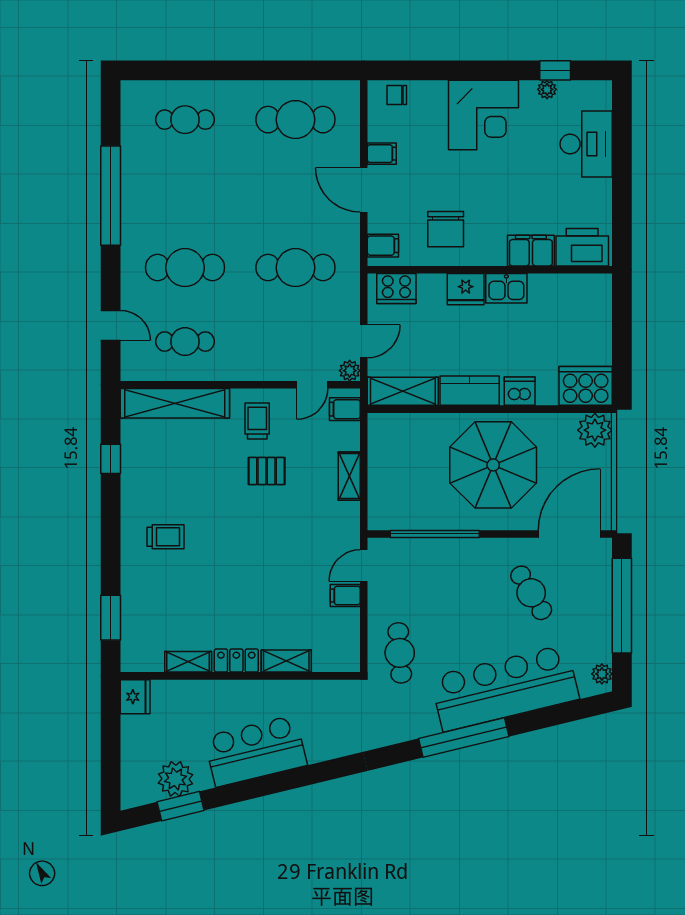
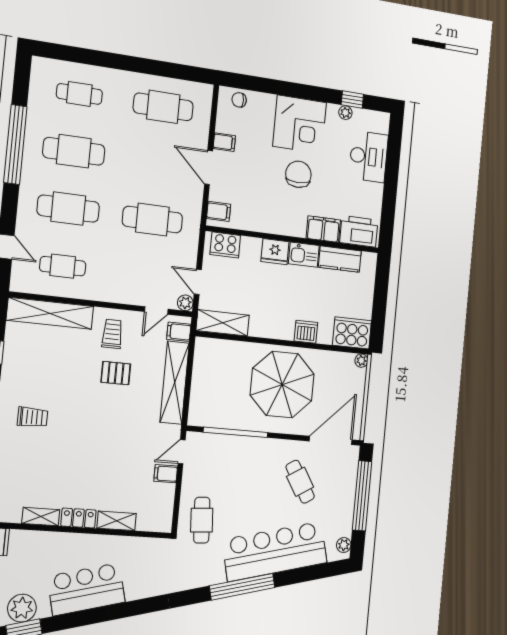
cafe table: (185, 194) -> (74, 151), added
chair: (446, 229) -> (298, 174), moved, turned 180
door: (364, 341) -> (198, 282), swing flipped
kitchen counter: (470, 391) -> (340, 259), moved, turned 180
plant: (595, 430) -> (361, 361), width x0.53, depth x0.53
shelving: (349, 476) -> (175, 383), width x2.20, depth x1.33

